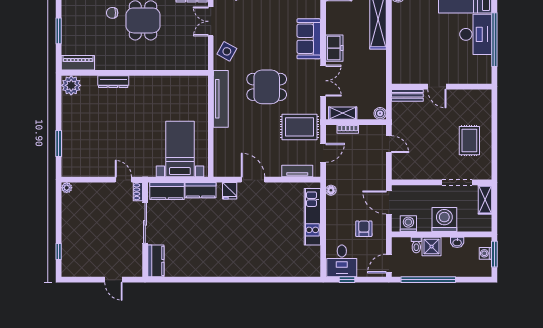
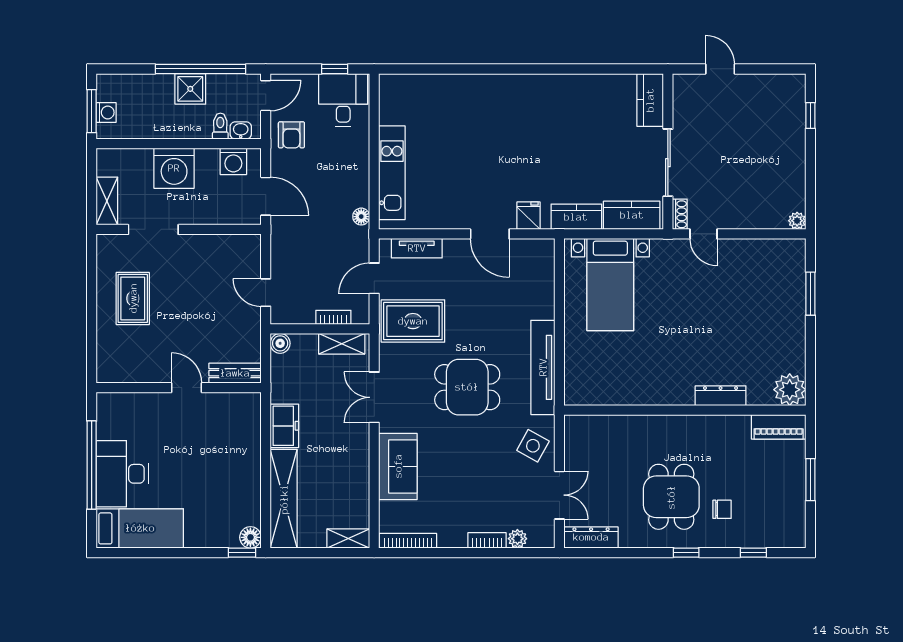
freezer: (334, 48) -> (284, 426), moved, turned 180
armchair: (364, 229) -> (291, 135), moved
washbasin: (457, 242) -> (241, 130), moved
shower: (432, 247) -> (190, 89), moved

